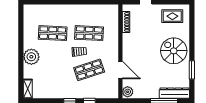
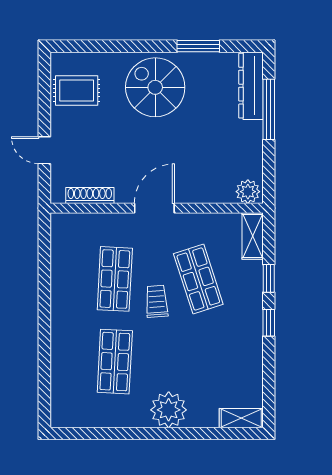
rug: (172, 16) -> (77, 91), turned 90
spiral stairs: (174, 51) -> (155, 87), turned 90
door: (120, 70) -> (154, 208), moved
shelving: (108, 94) -> (253, 236), added

